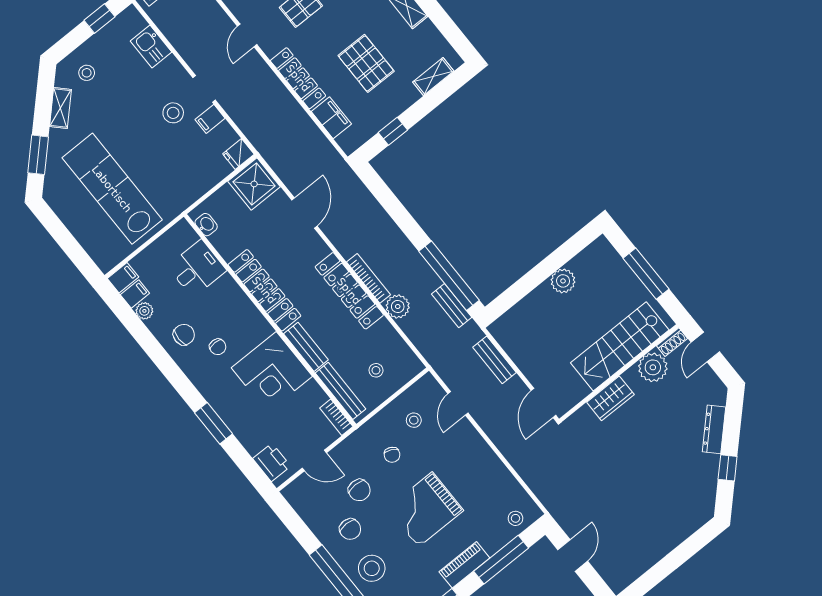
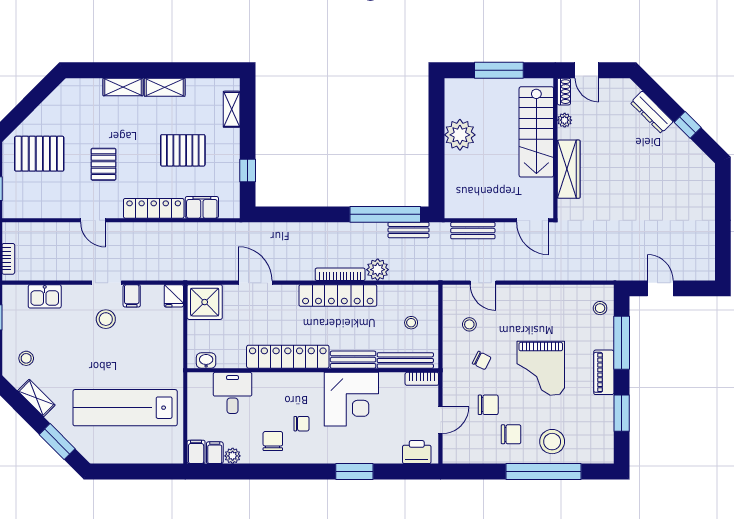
plant: (563, 281) -> (460, 135), width x1.36, depth x1.36
plant: (653, 367) -> (565, 120), width x0.53, depth x0.53
wardrobe: (610, 398) -> (569, 169), width x1.50

